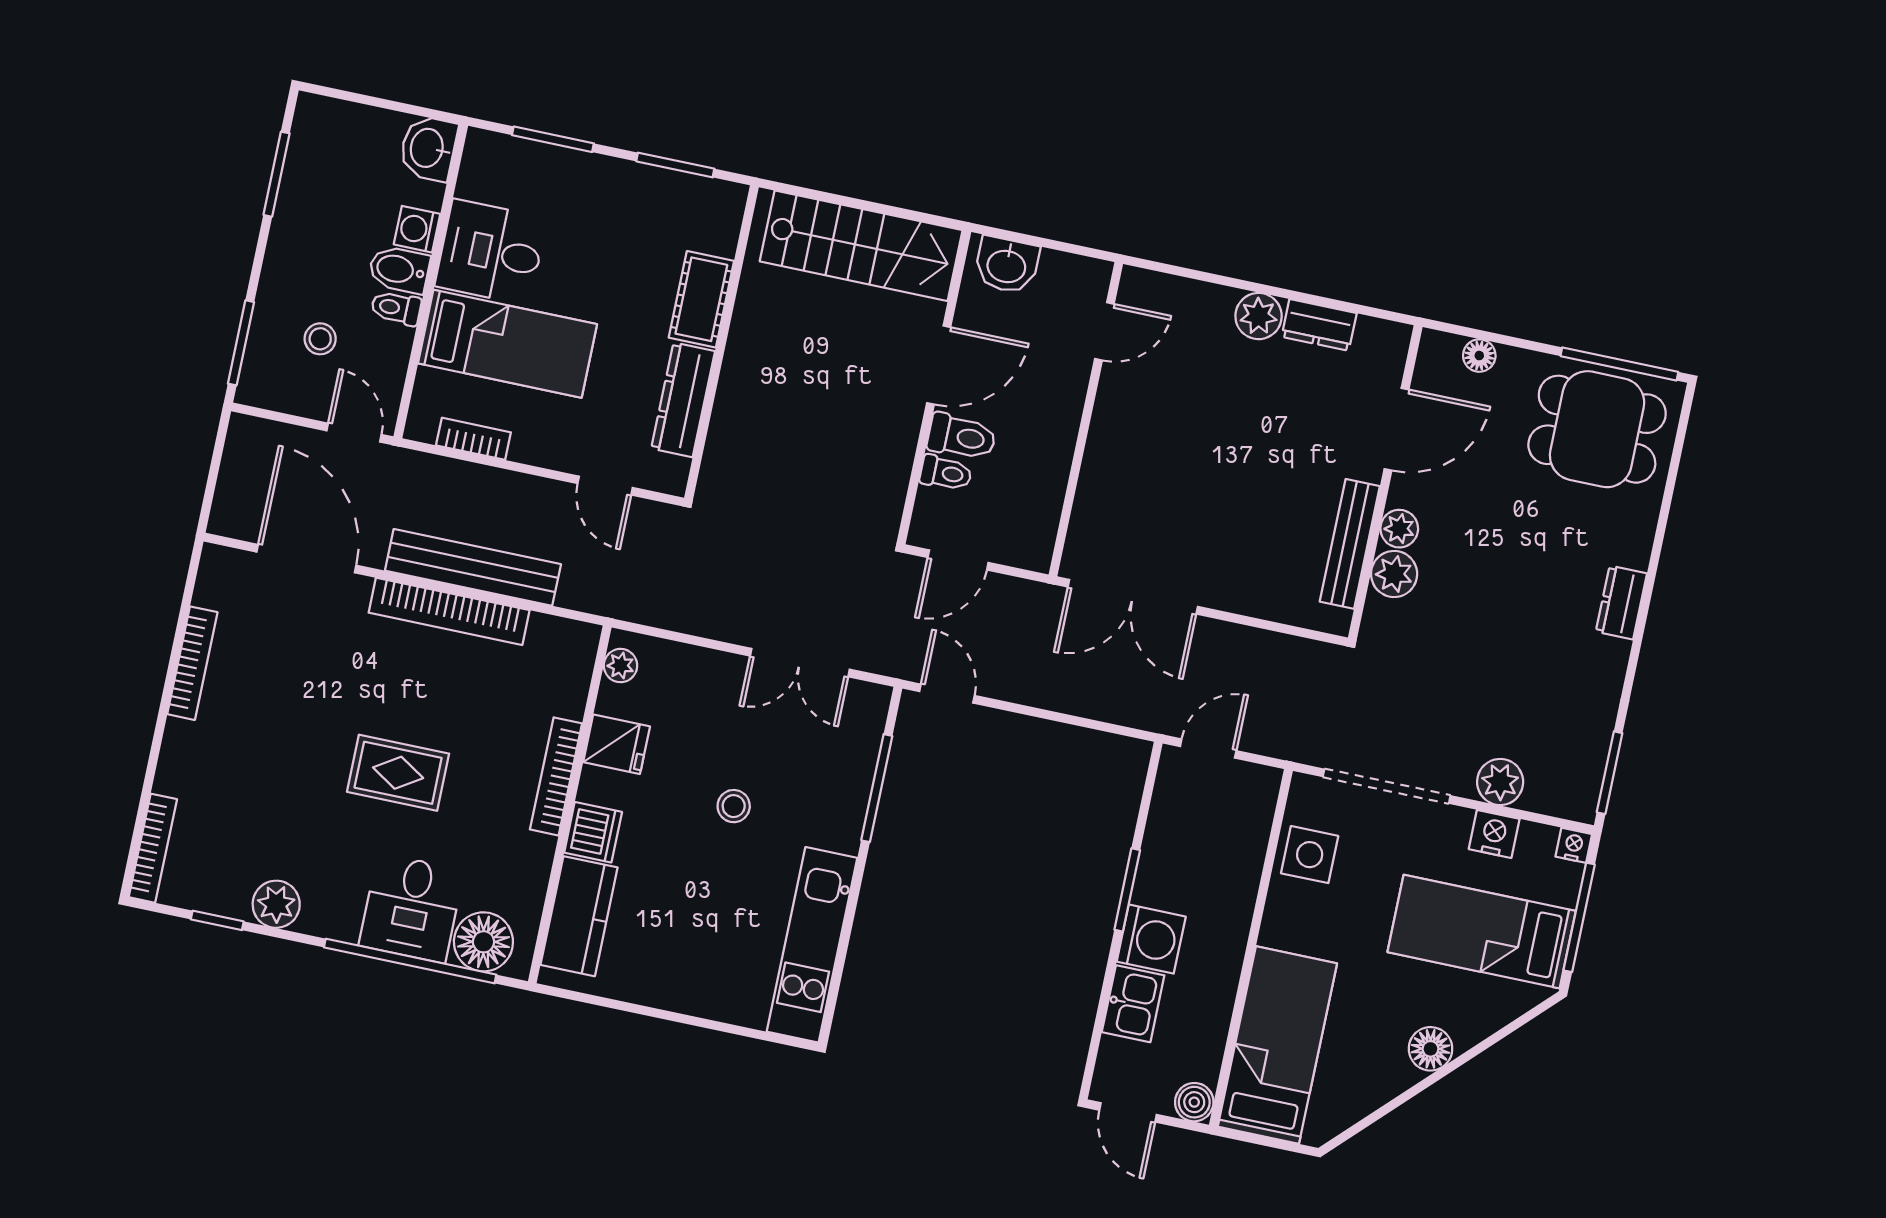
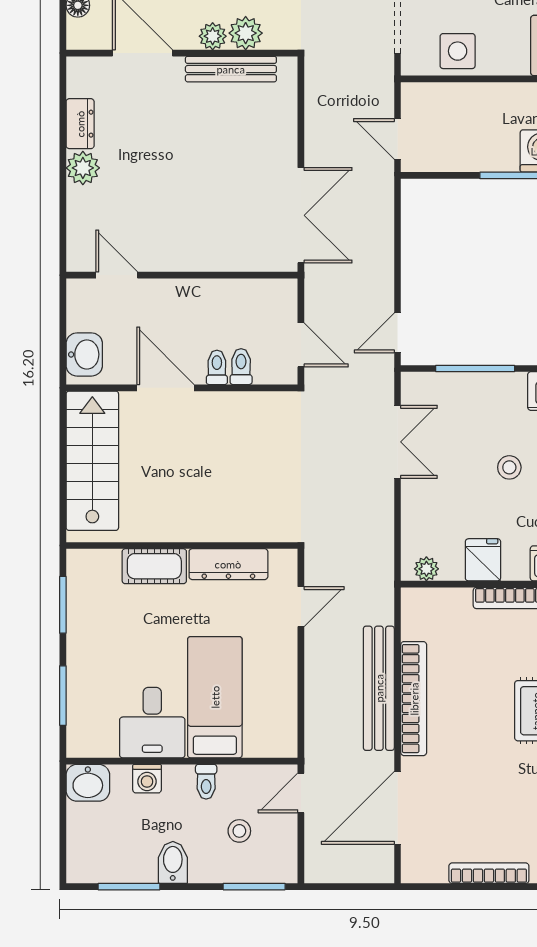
bidet: (399, 270) -> (173, 862), moved, turned 180
toilet: (962, 437) -> (217, 367), width x0.73, depth x0.72
bookcase: (473, 439) -> (287, 707), removed

